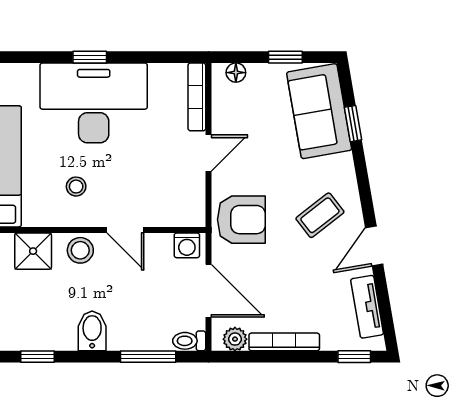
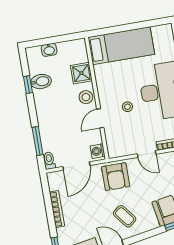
stool: (76, 187) -> (127, 107), moved
bidet: (92, 331) -> (41, 82), moved
plant: (235, 339) -> (54, 184), removed

